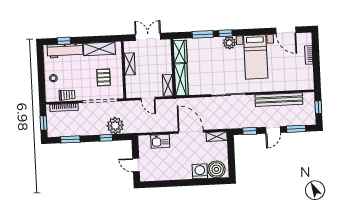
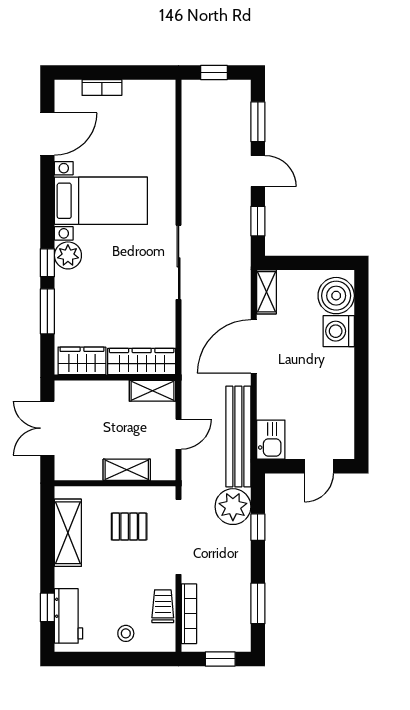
workbench: (65, 51) -> (69, 616), width x0.73
shelving: (130, 64) -> (127, 470), moved
bench: (279, 100) -> (238, 436), moved
kitchen sink: (160, 141) -> (271, 440), moved

